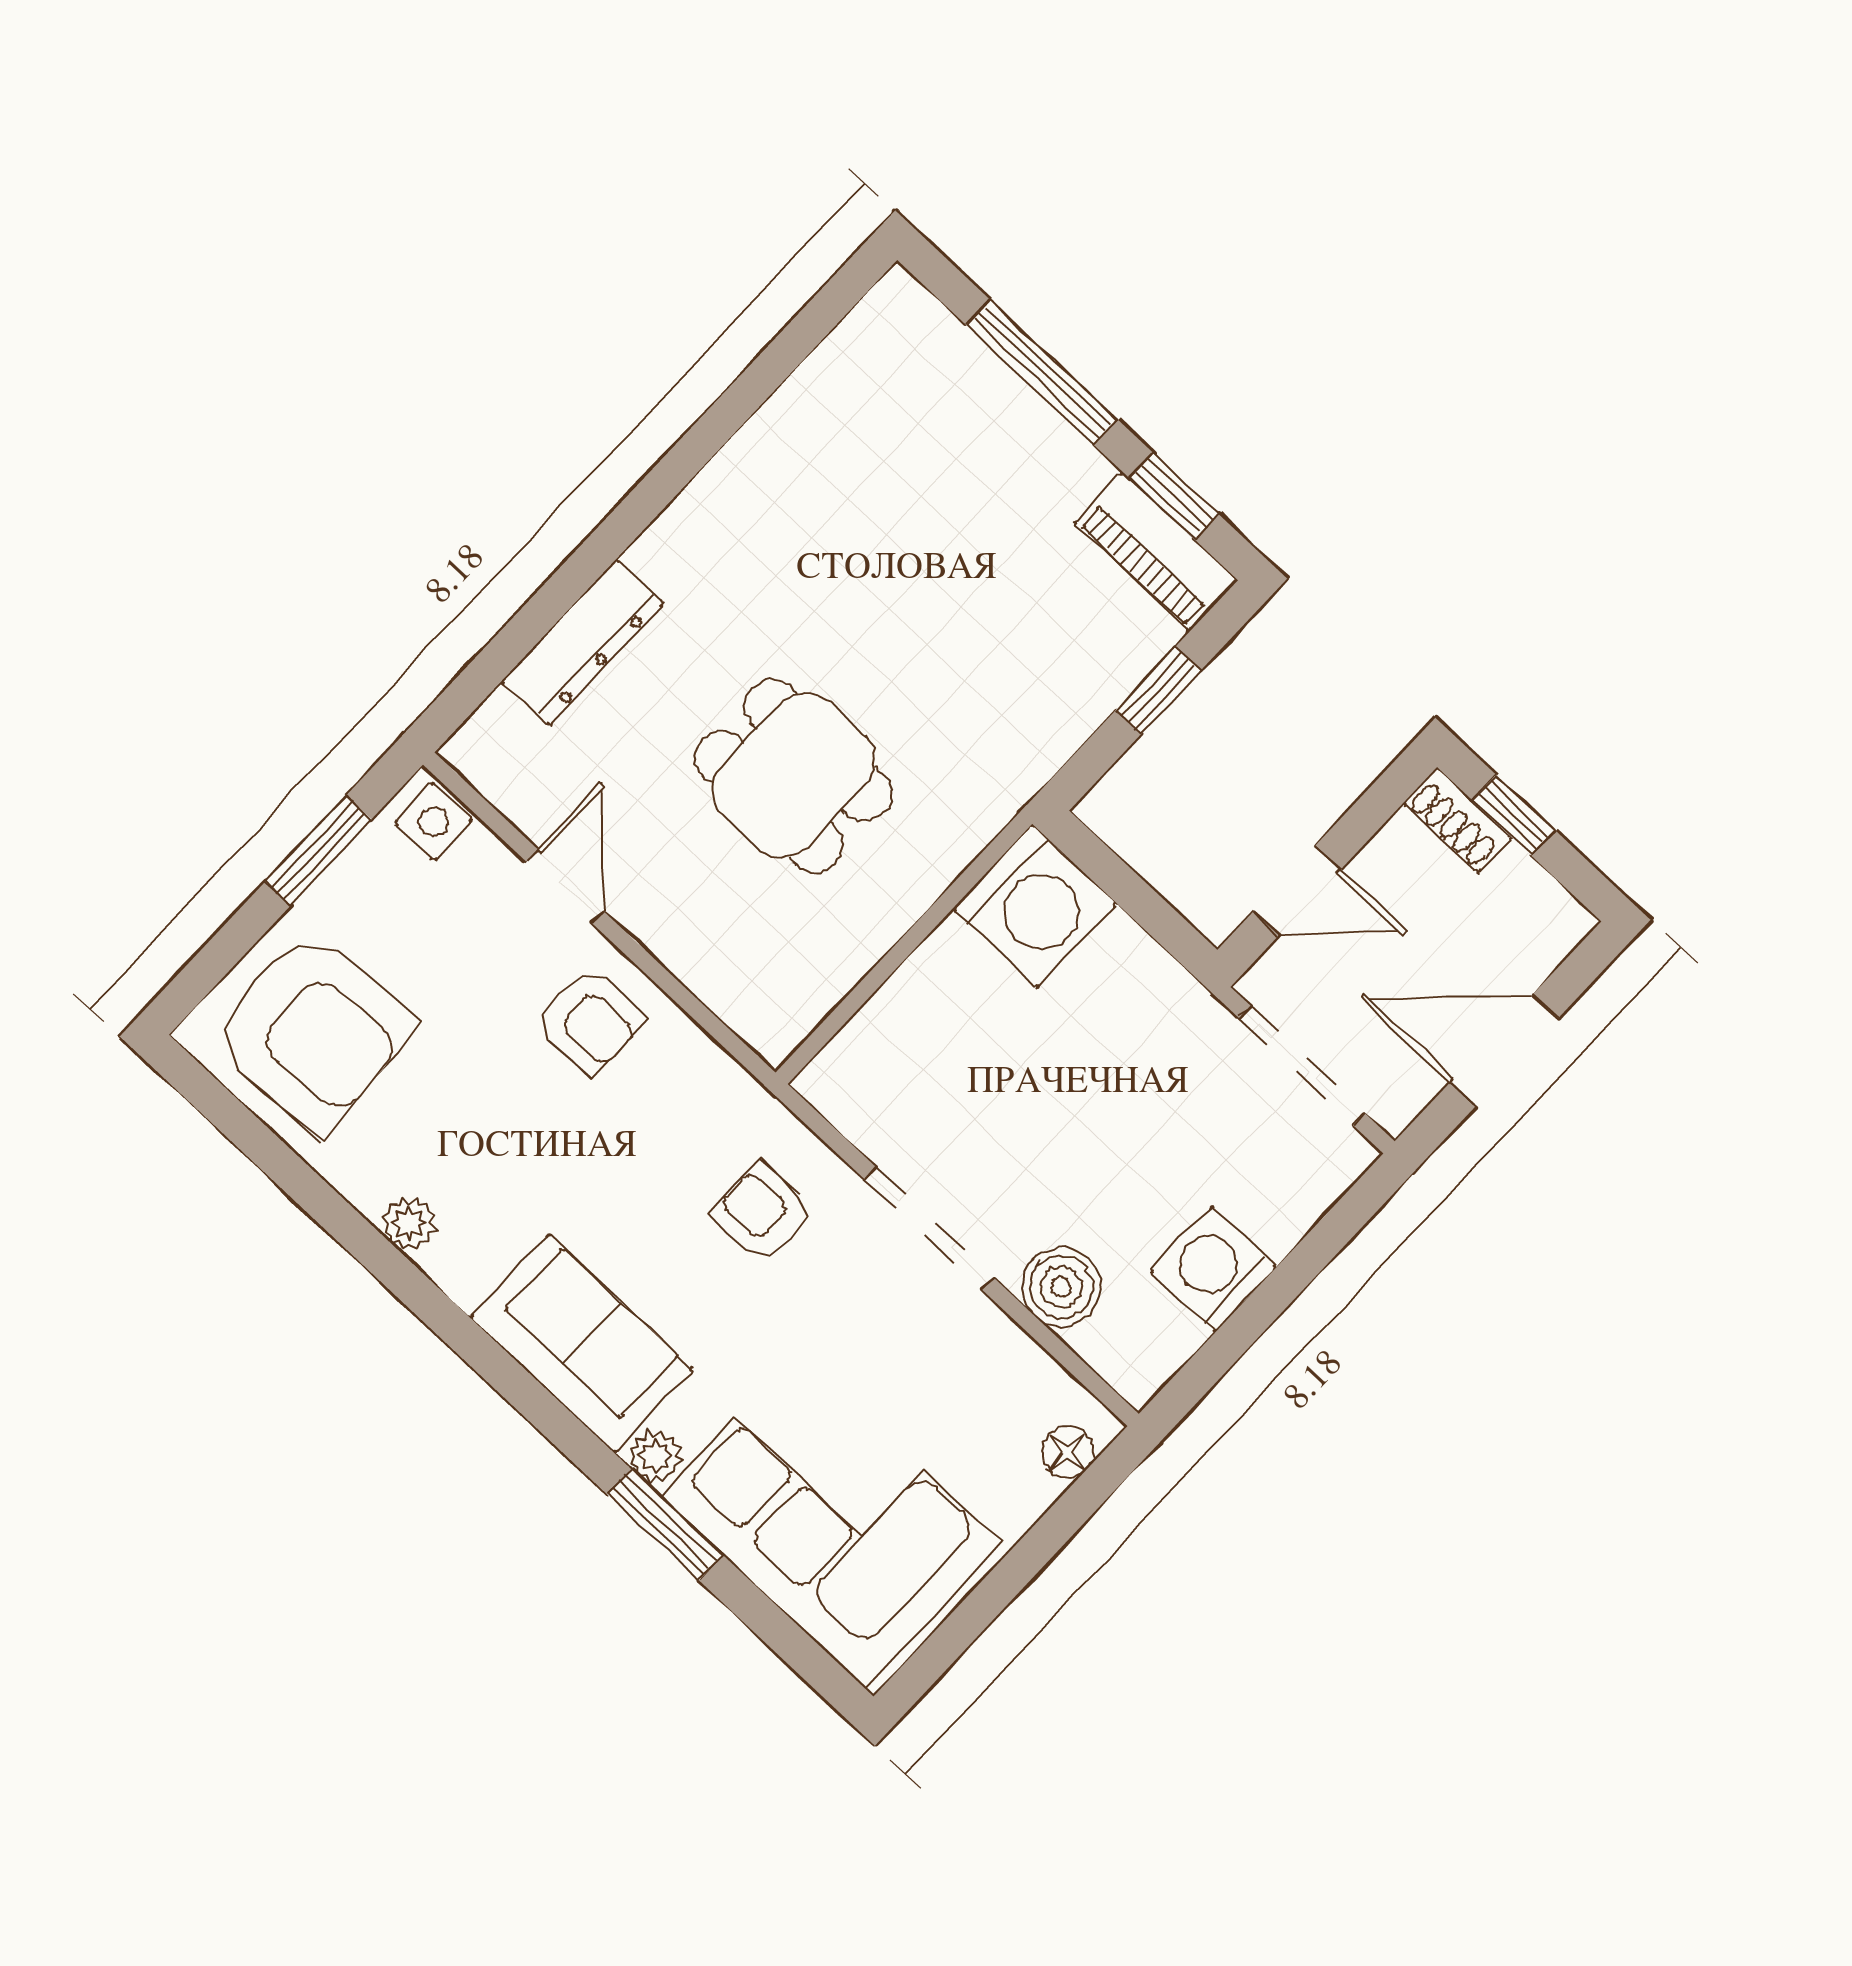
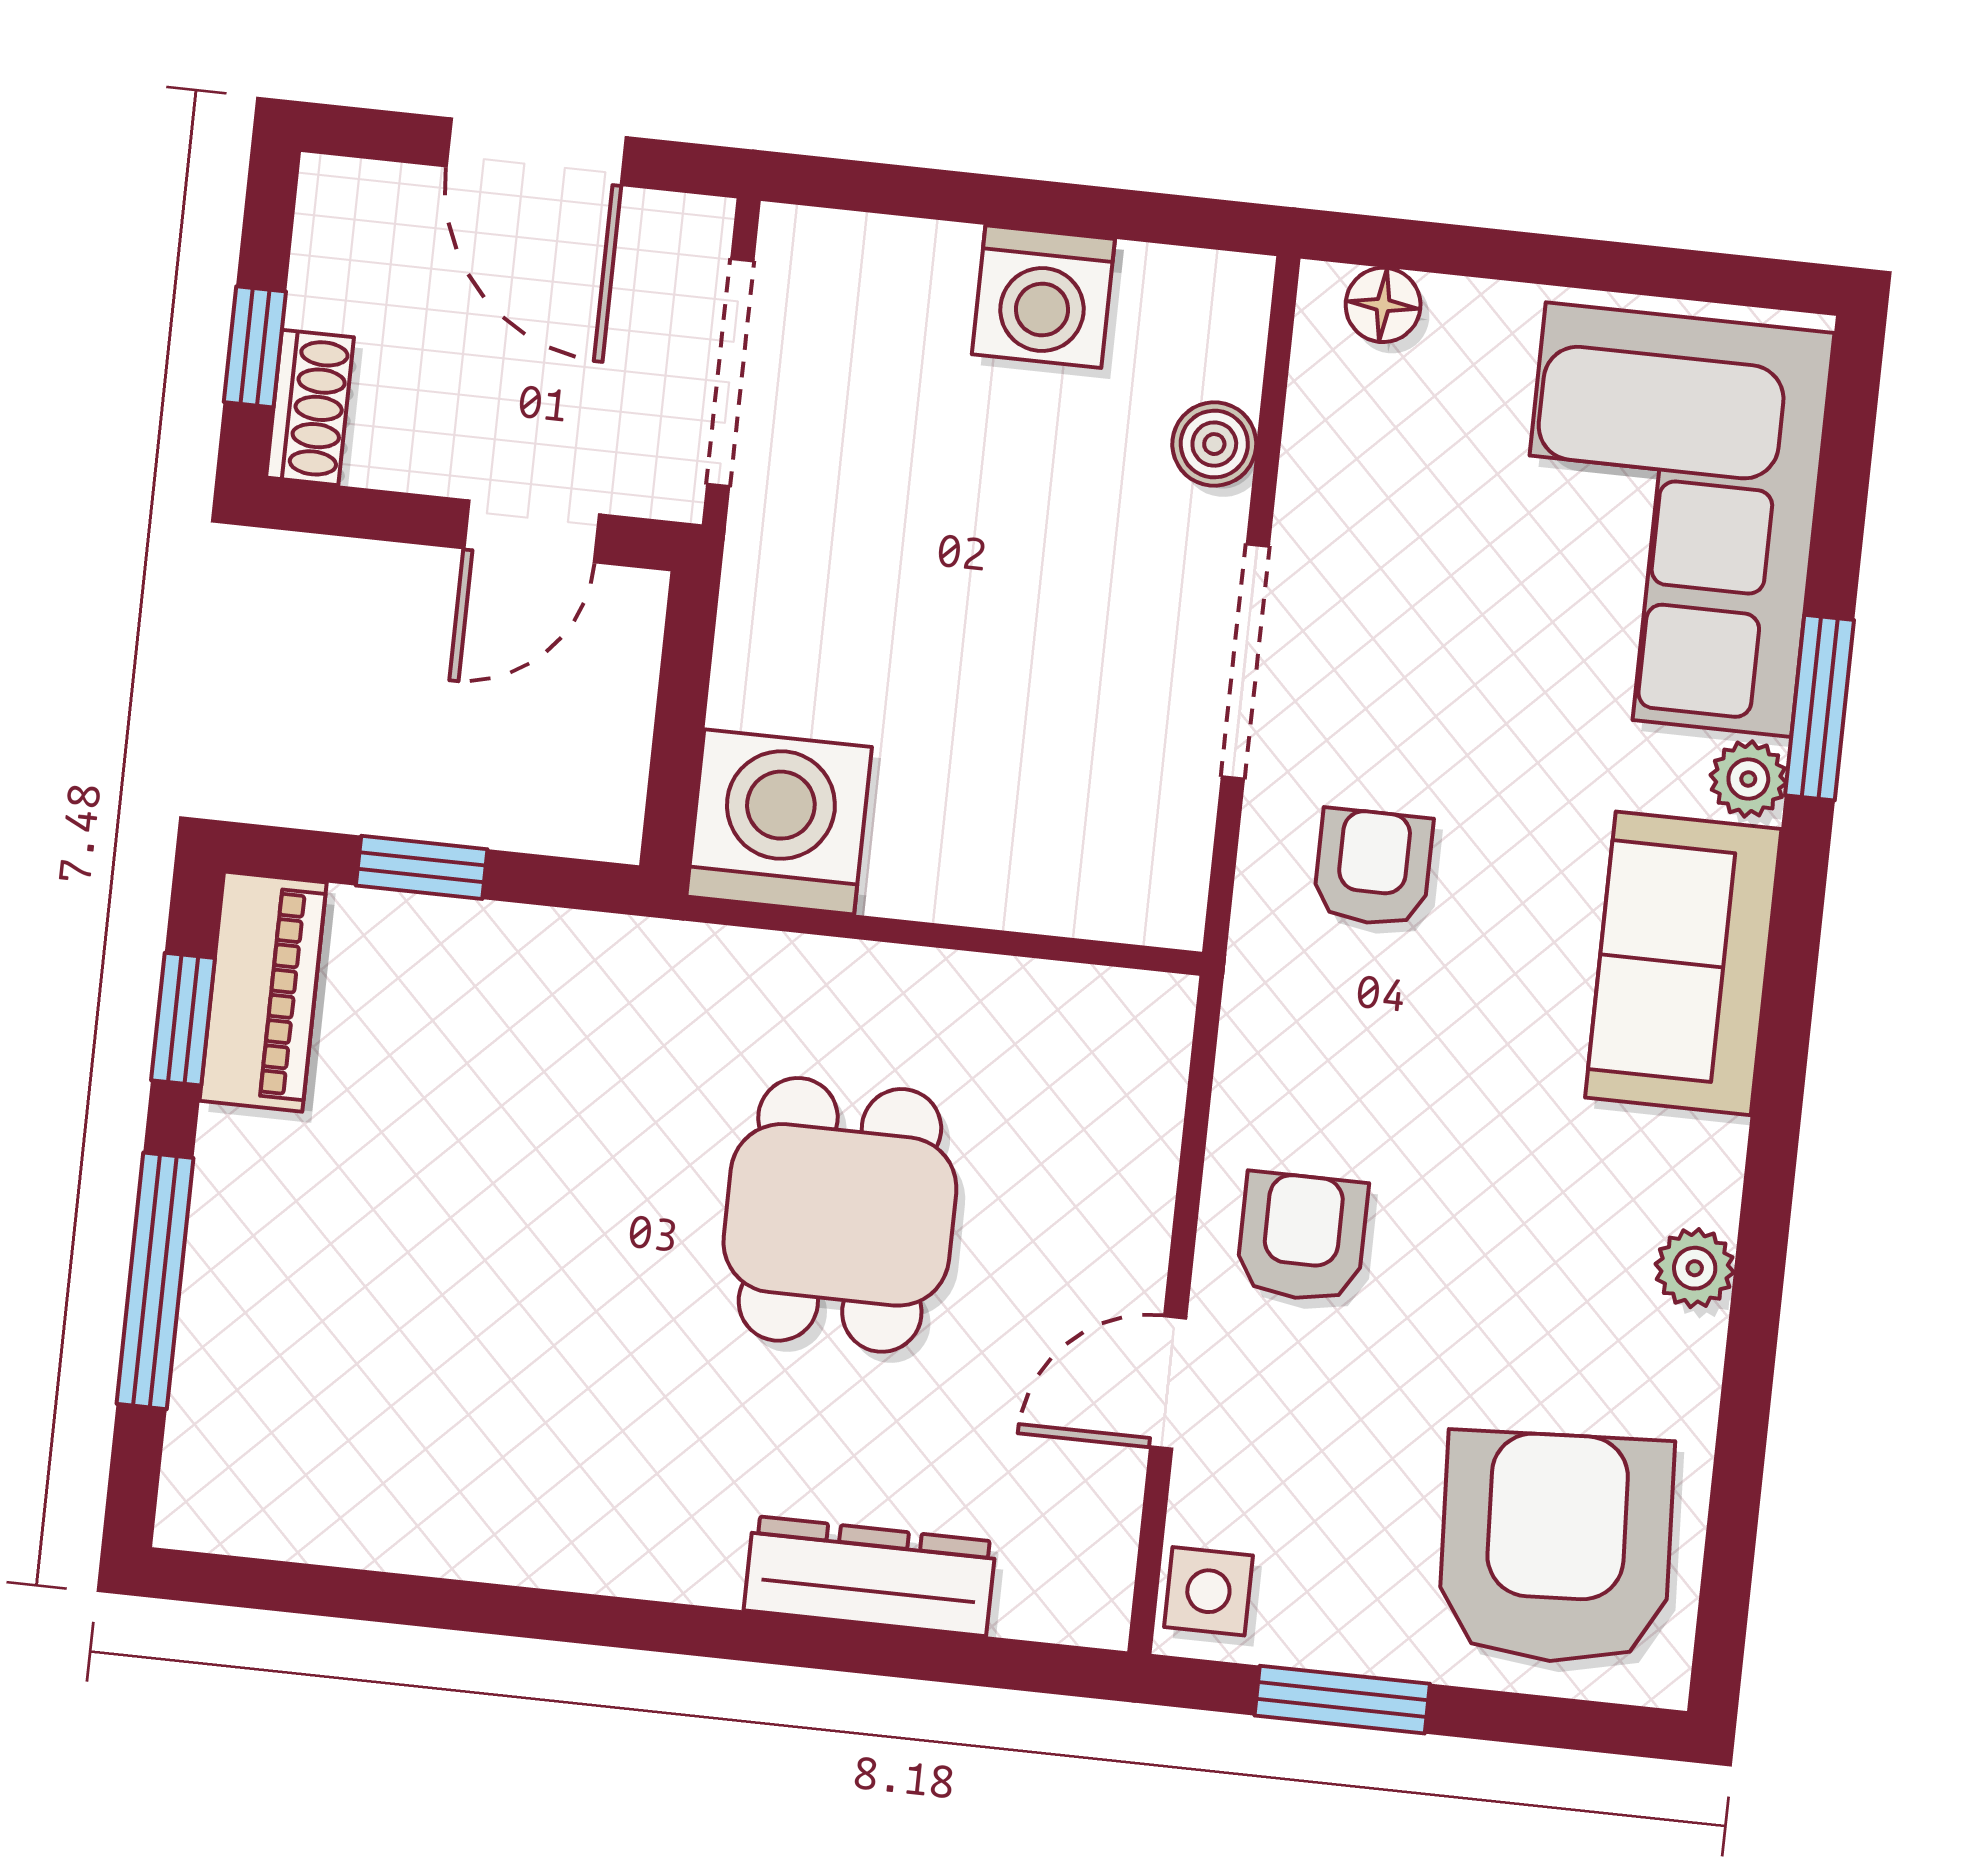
door: (1297, 890) -> (532, 531), swing flipped
armchair: (763, 1213) -> (1373, 868), turned 180
boiler: (1061, 1287) -> (1214, 444), width x0.73, depth x0.73

